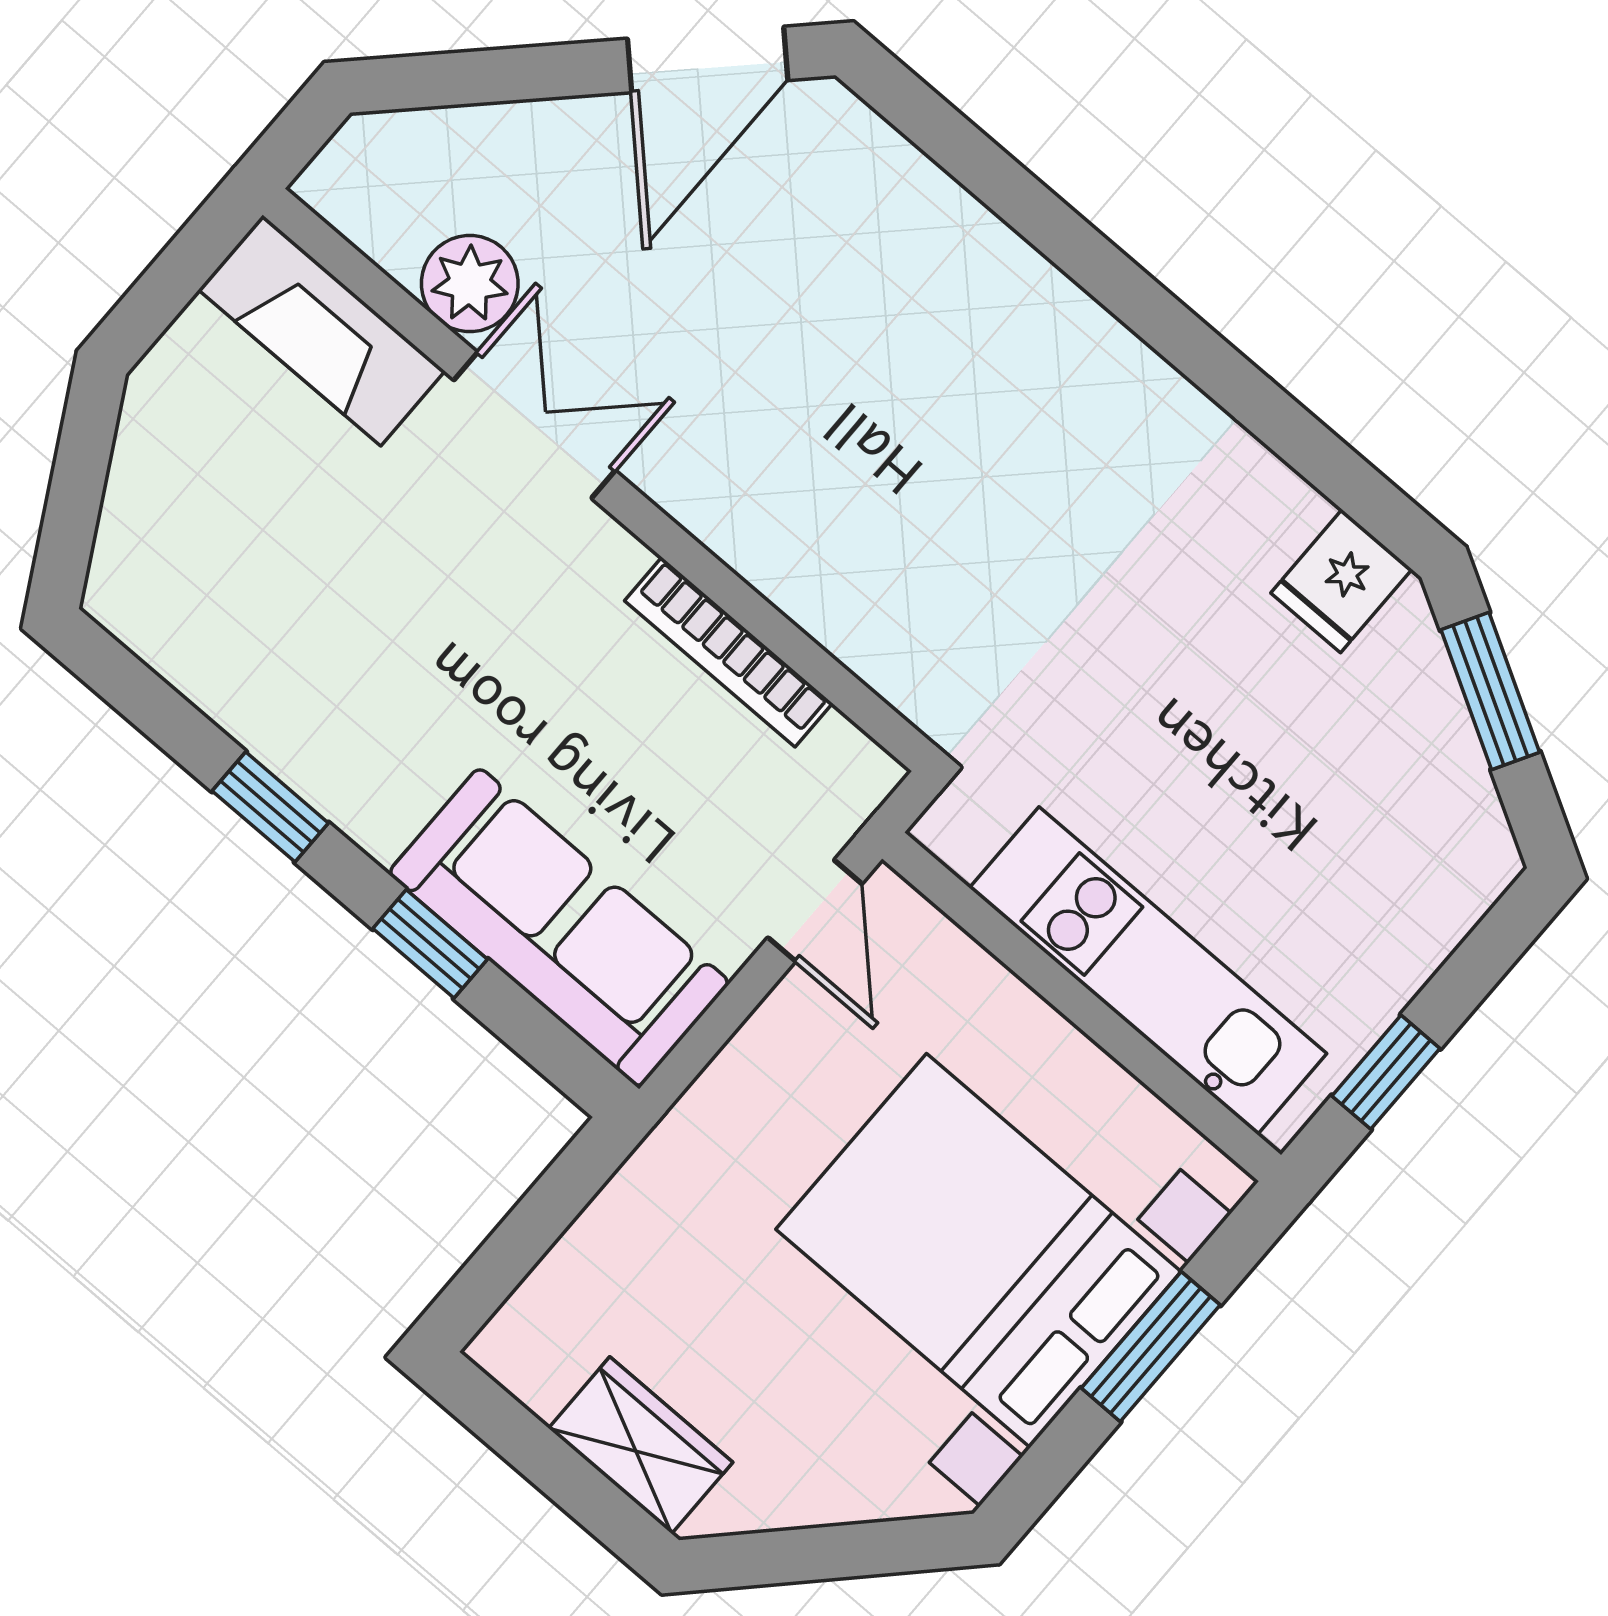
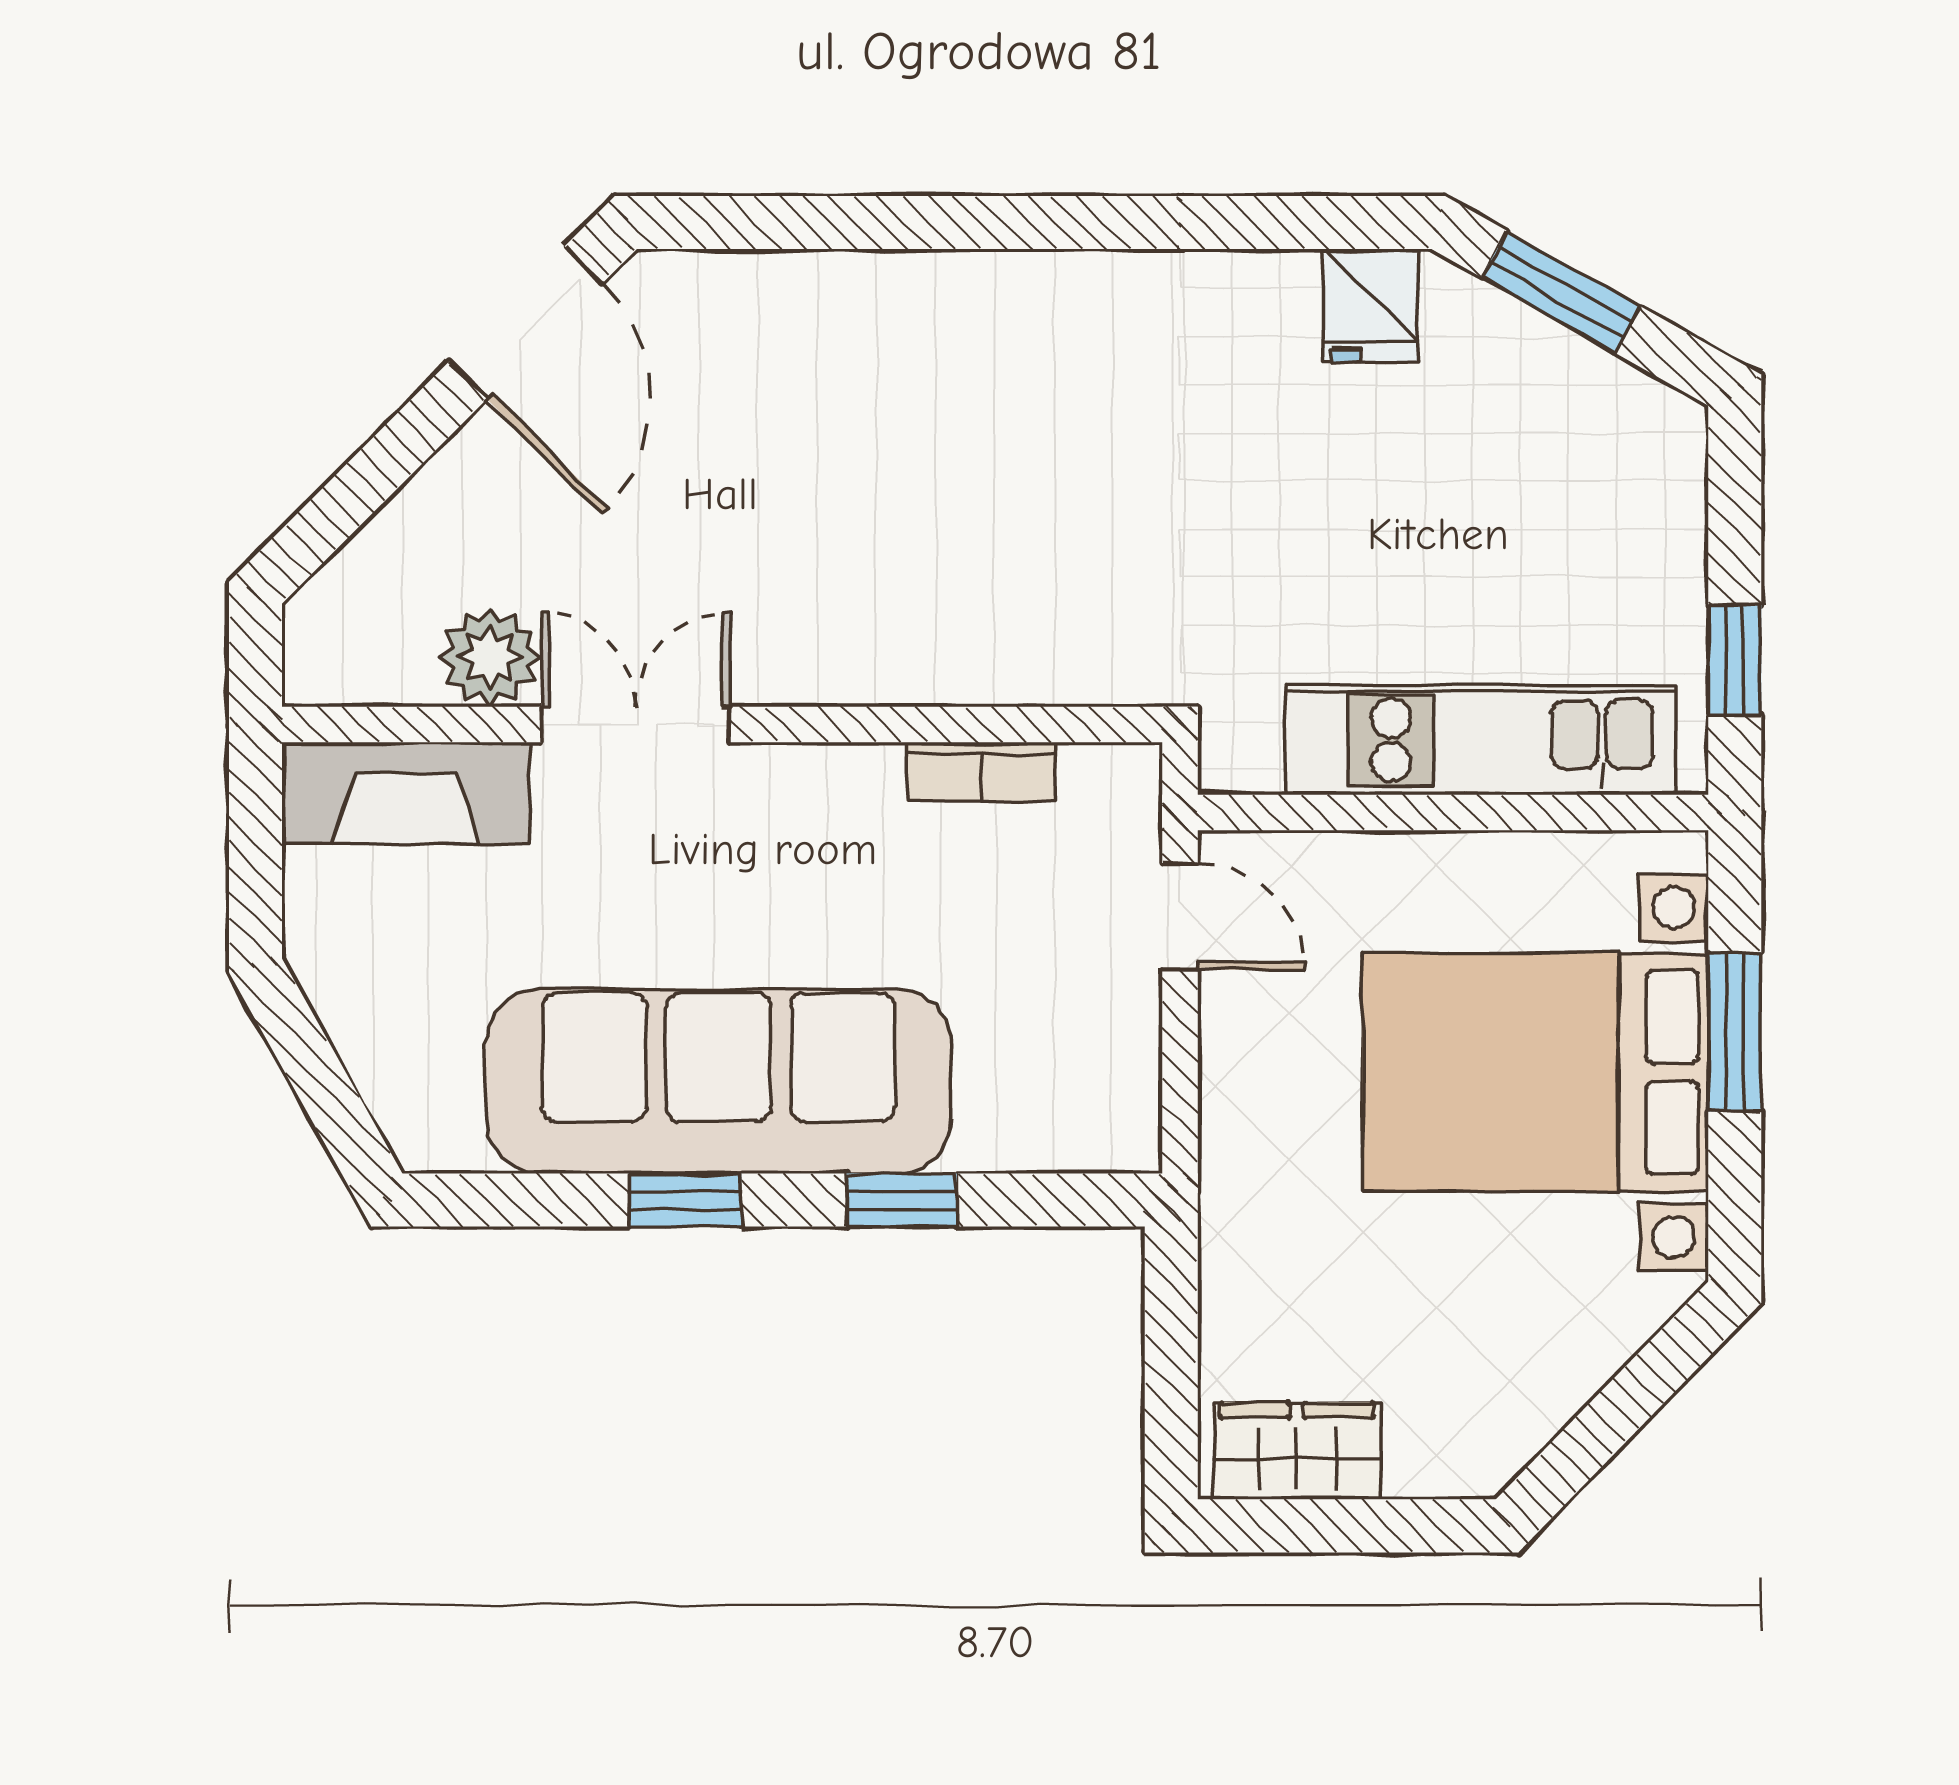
bookcase: (728, 652) -> (981, 772), width x0.64
sofa: (559, 928) -> (718, 1081), moved, width x1.36, depth x1.27
wardrobe: (641, 1445) -> (1297, 1451), moved

